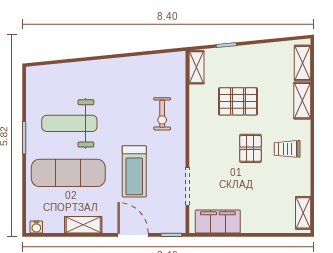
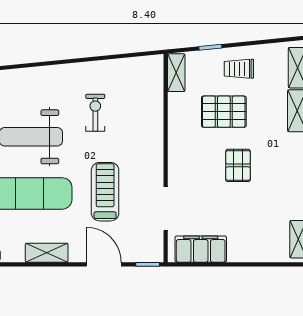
exercise bike: (162, 114) -> (95, 113), moved, turned 180
trolley: (287, 149) -> (239, 69), moved
treadmill: (134, 171) -> (105, 192), turned 180

